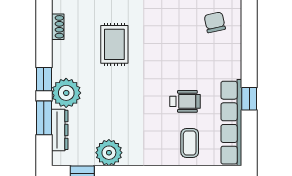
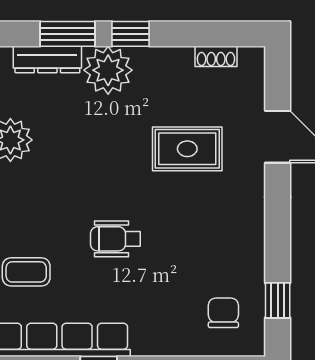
chair: (215, 22) -> (223, 313), turned -78
wheelchair: (185, 101) -> (115, 239), moved, turned 90

